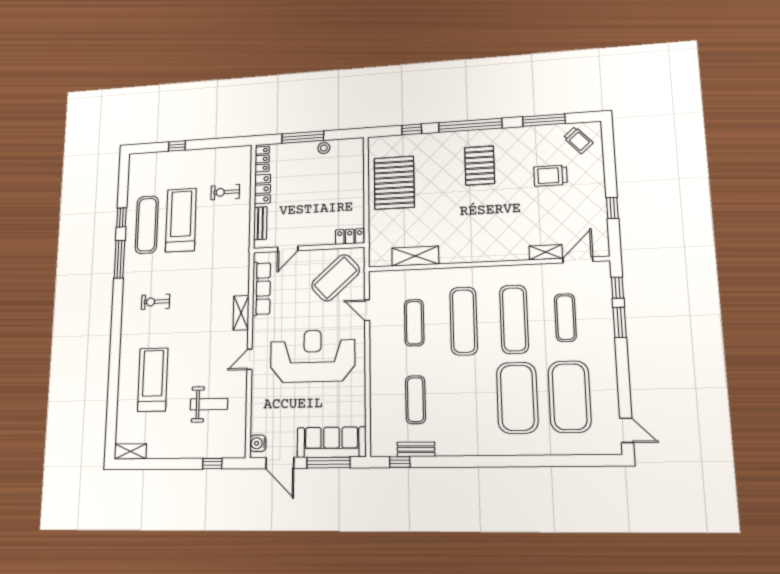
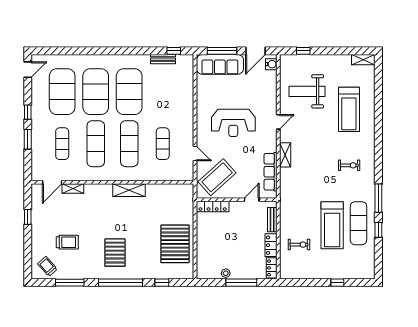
locker: (350, 237) -> (213, 206), width x1.53
shelving: (415, 256) -> (129, 190), moved
window: (617, 288) -> (28, 112), moved
reception desk: (313, 356) -> (233, 123), width x0.74, depth x0.77
exercise mat: (415, 400) -> (129, 92), moved, width x2.00, depth x1.45
weight bench: (209, 404) -> (307, 91), width x1.36, depth x1.33
door: (627, 430) -> (28, 70), swing flipped
door: (280, 463) -> (256, 51), swing flipped

